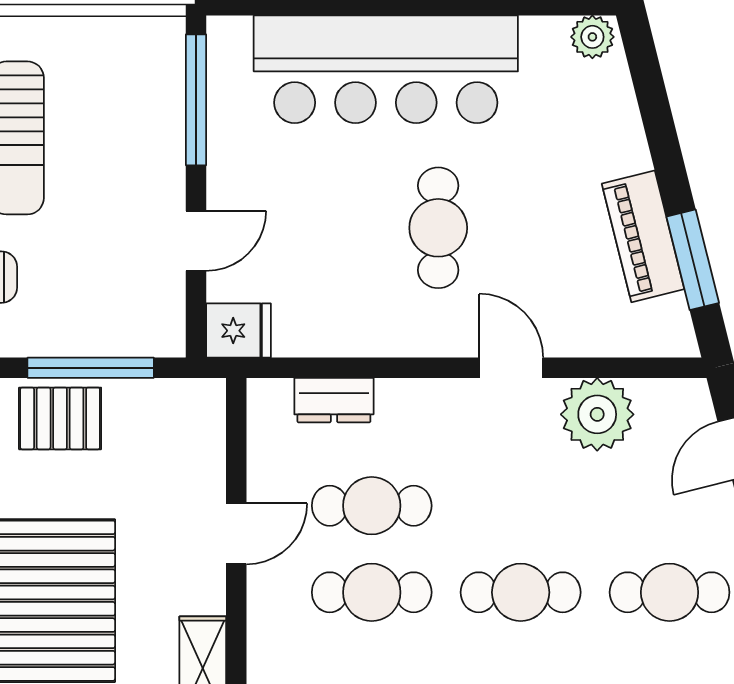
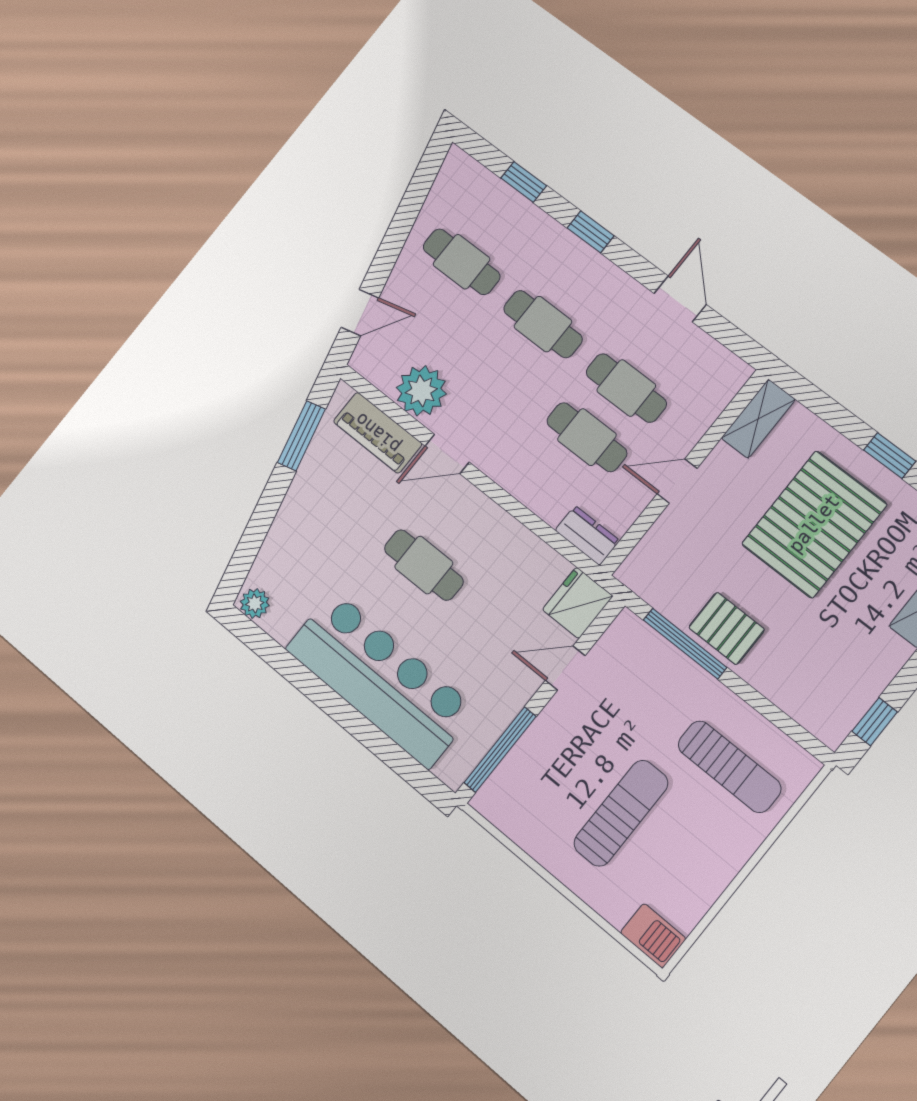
cafe table: (438, 228) -> (424, 565), turned 90
piano: (643, 236) -> (378, 433), moved, turned 104
fridge: (238, 331) -> (578, 603), width x1.38
door: (511, 368) -> (447, 454), hinge flipped
dresser: (334, 400) -> (587, 535), moved

